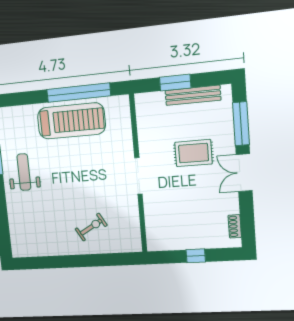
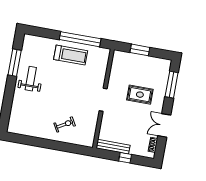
bench: (193, 95) -> (113, 147), moved
treadmill: (71, 121) -> (71, 55), width x0.73, depth x0.73
double door: (244, 173) -> (164, 125), moved

